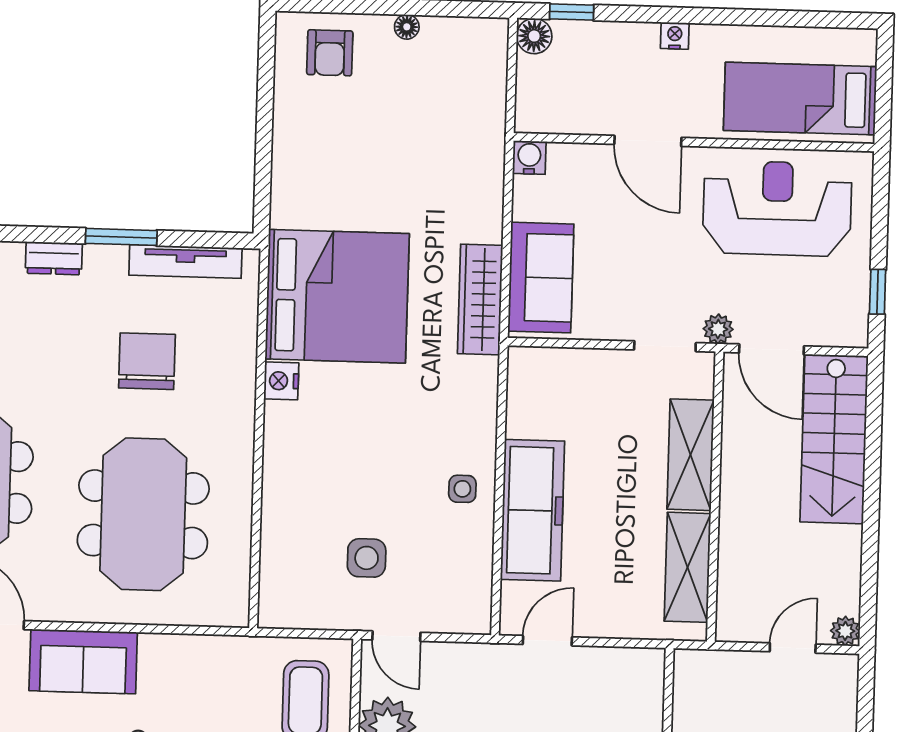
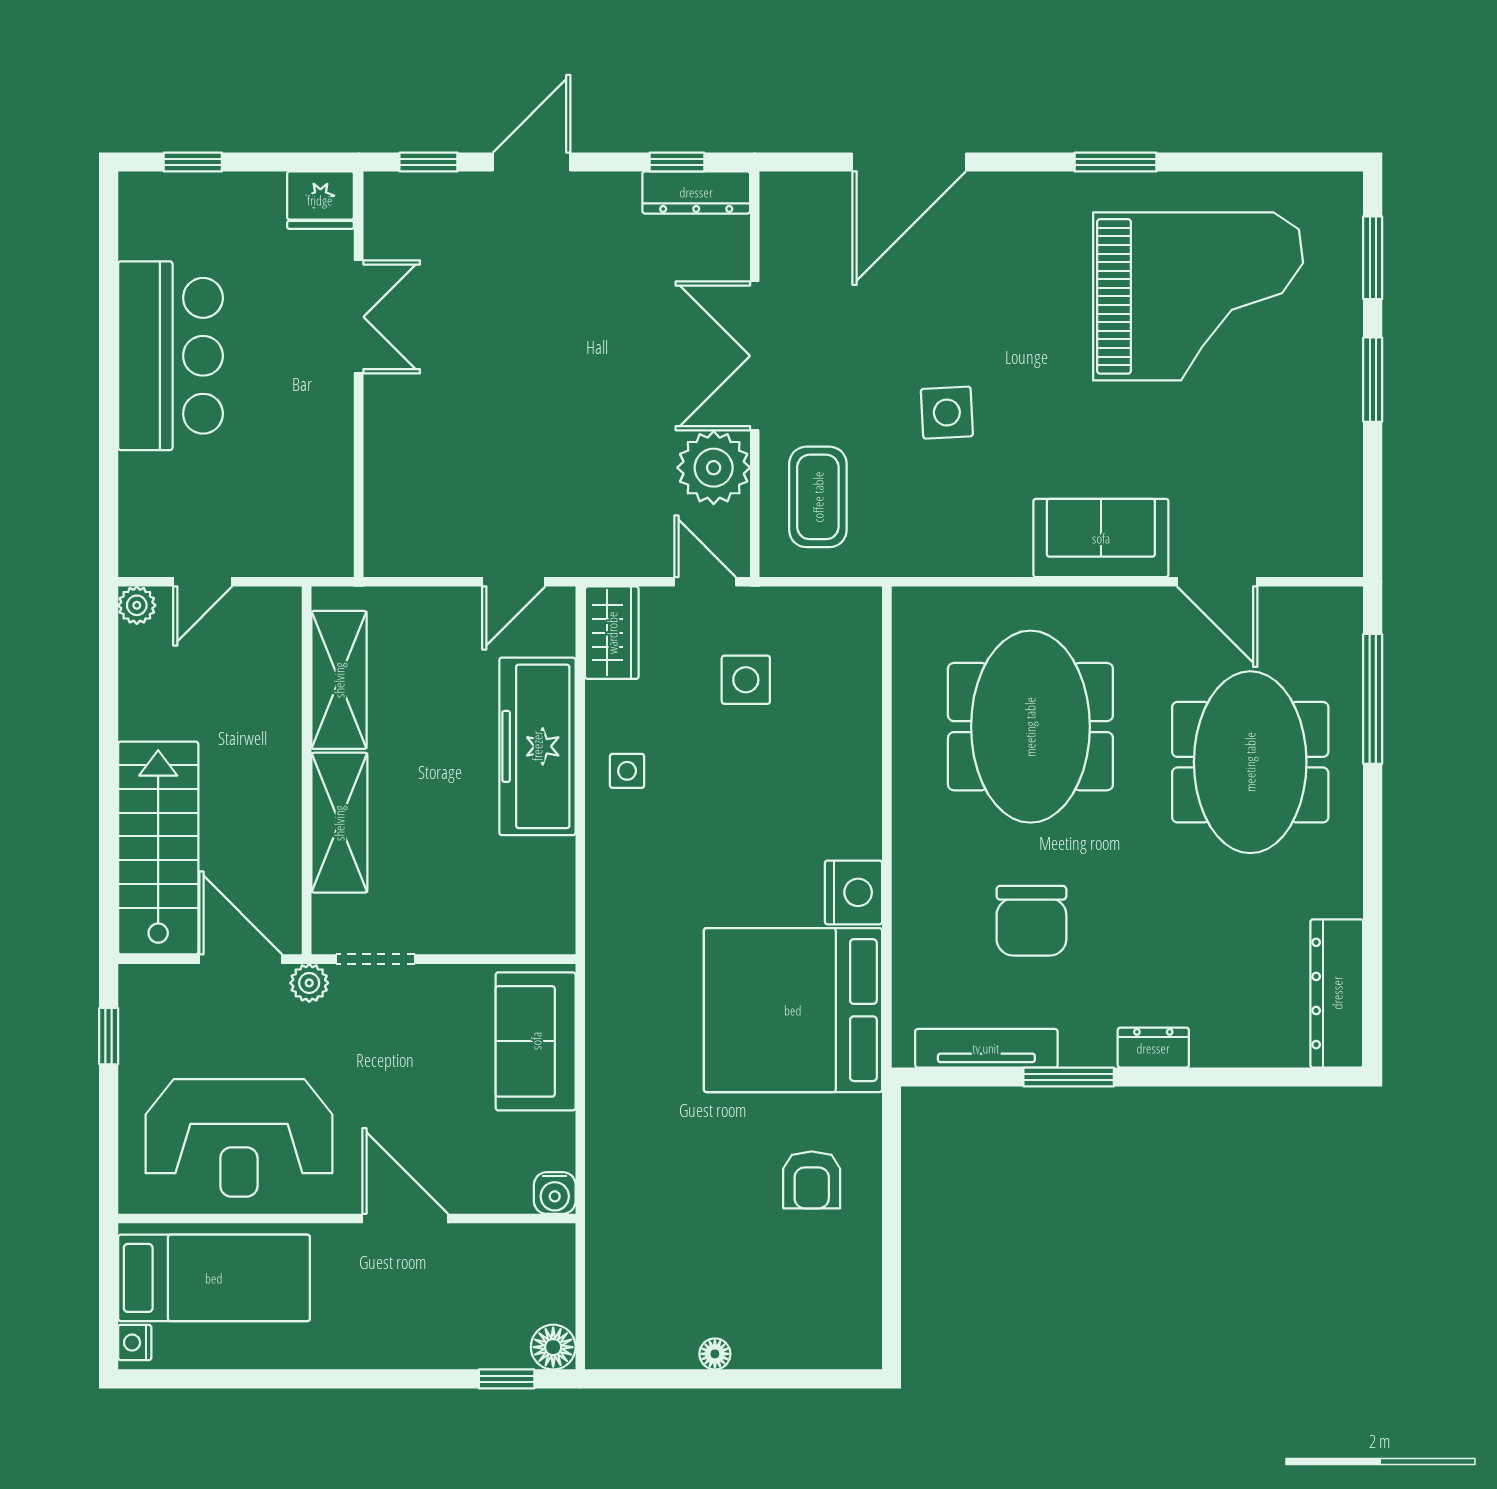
nightstand: (675, 36) -> (135, 1343), moved, turned 90
armchair: (330, 53) -> (812, 1180), moved, turned 180
wardrobe: (480, 299) -> (612, 633), moved, width x0.67
nightstand: (281, 381) -> (853, 892), width x1.36, depth x1.33

